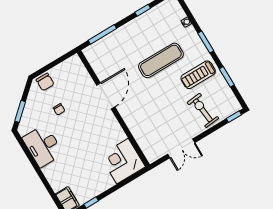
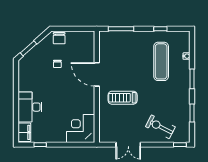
exercise mat: (161, 60) -> (161, 61), moved, turned 90
treadmill: (198, 75) -> (123, 98), moved
door: (106, 96) -> (97, 74), swing flipped
exercise bike: (203, 110) -> (160, 127), turned -57
desk: (43, 146) -> (30, 107), moved

